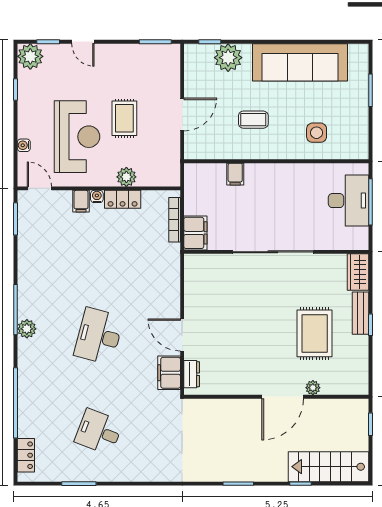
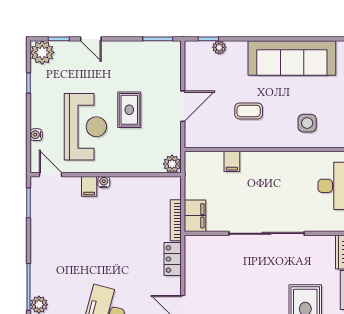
plant: (228, 58) -> (219, 47), width x0.53, depth x0.53
plant: (126, 177) -> (172, 164), moved
locker: (123, 199) -> (173, 259), moved, turned 90
bookcase: (175, 220) -> (176, 220), moved

